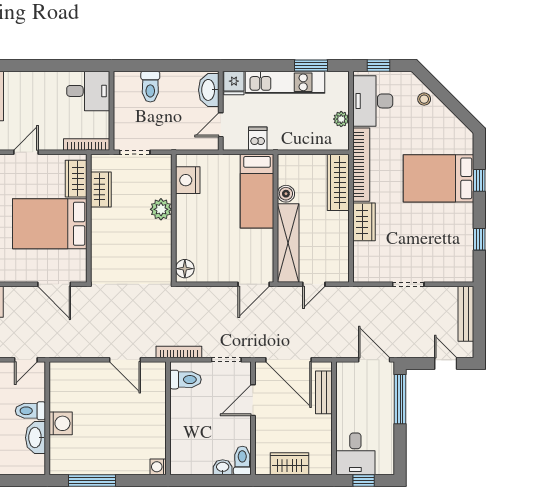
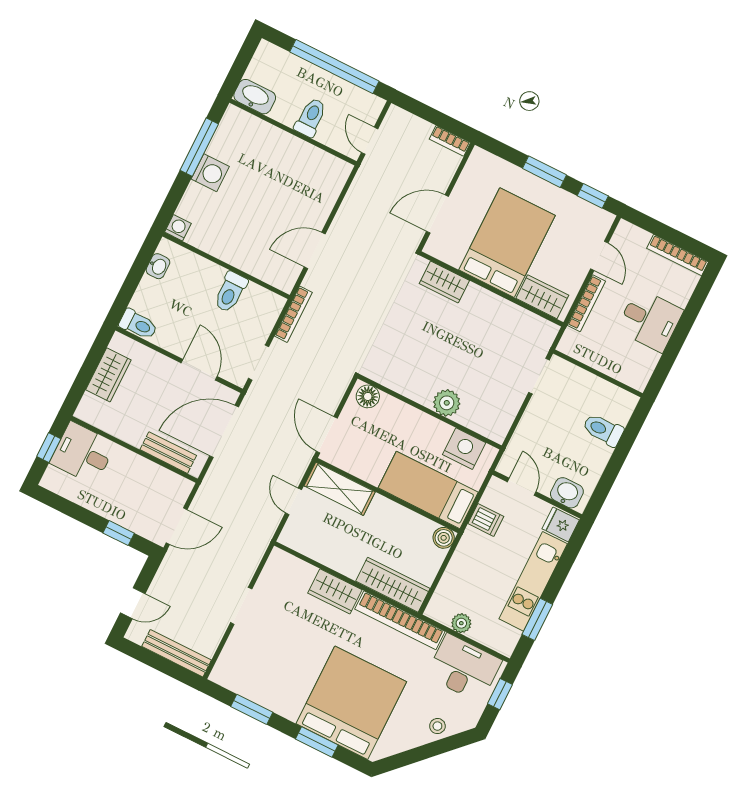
washbasin: (209, 90) -> (567, 493), width x0.72
desk: (88, 91) -> (650, 320), moved, turned -90
bookcase: (87, 144) -> (586, 303), moved
bed: (438, 178) -> (351, 703), width x1.36
nightstand: (188, 180) -> (464, 449), moved
window: (479, 180) -> (317, 742), width x1.50
wardrobe: (101, 189) -> (444, 282), moved
boiler: (286, 194) -> (444, 538), moved
plant: (161, 209) -> (447, 403), moved
wall: (174, 218) -> (430, 412), moved
window: (479, 239) -> (252, 709), width x1.50
shelving: (288, 243) -> (340, 489), width x0.68
floor lamp: (185, 269) -> (368, 396), moved
toilet: (186, 380) -> (230, 292), moved
window: (400, 399) -> (119, 533), width x0.46
washing machine: (61, 423) -> (210, 173), moved, turned -90
washbasin: (36, 438) -> (255, 97), moved
washbasin: (223, 467) -> (158, 266), moved

